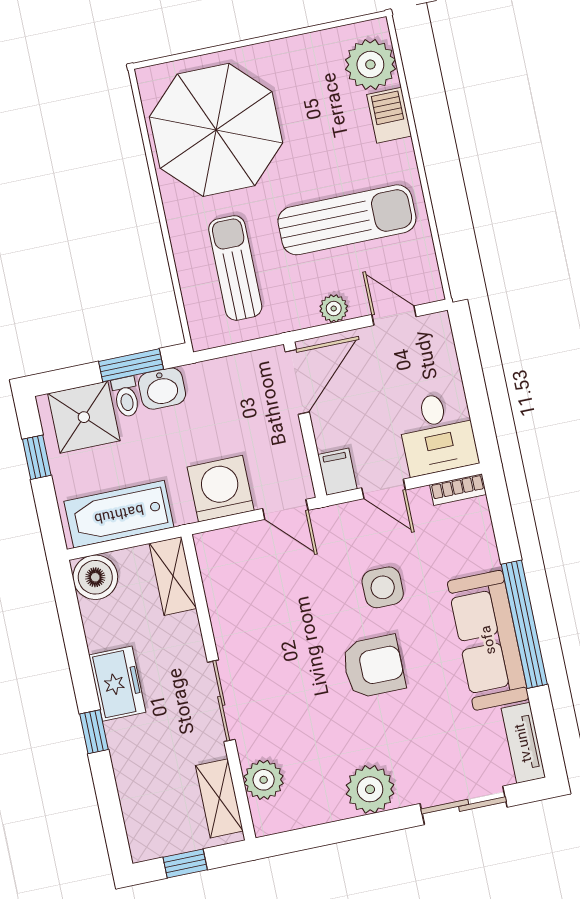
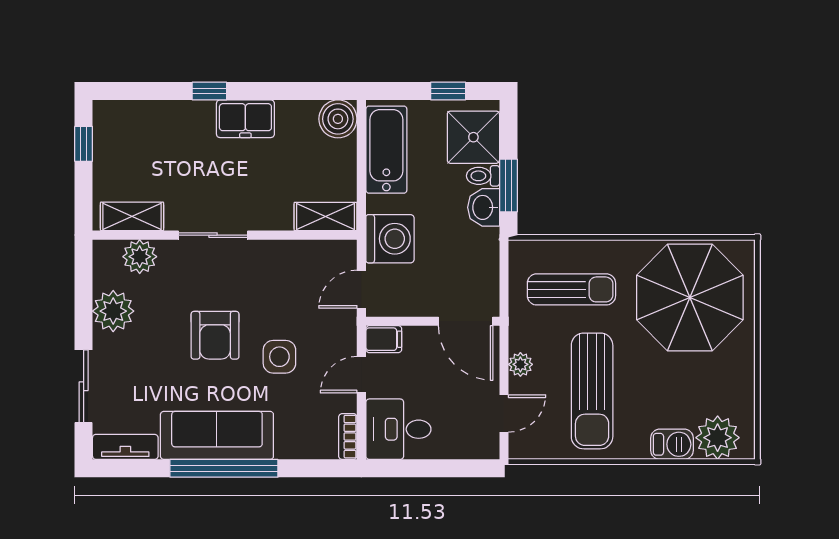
shelving: (173, 576) -> (325, 216), moved
wall: (218, 687) -> (225, 235), moved
sliding door: (221, 701) -> (213, 235), moved
plant: (264, 780) -> (140, 257), moved
shelving: (219, 798) -> (132, 216), moved

